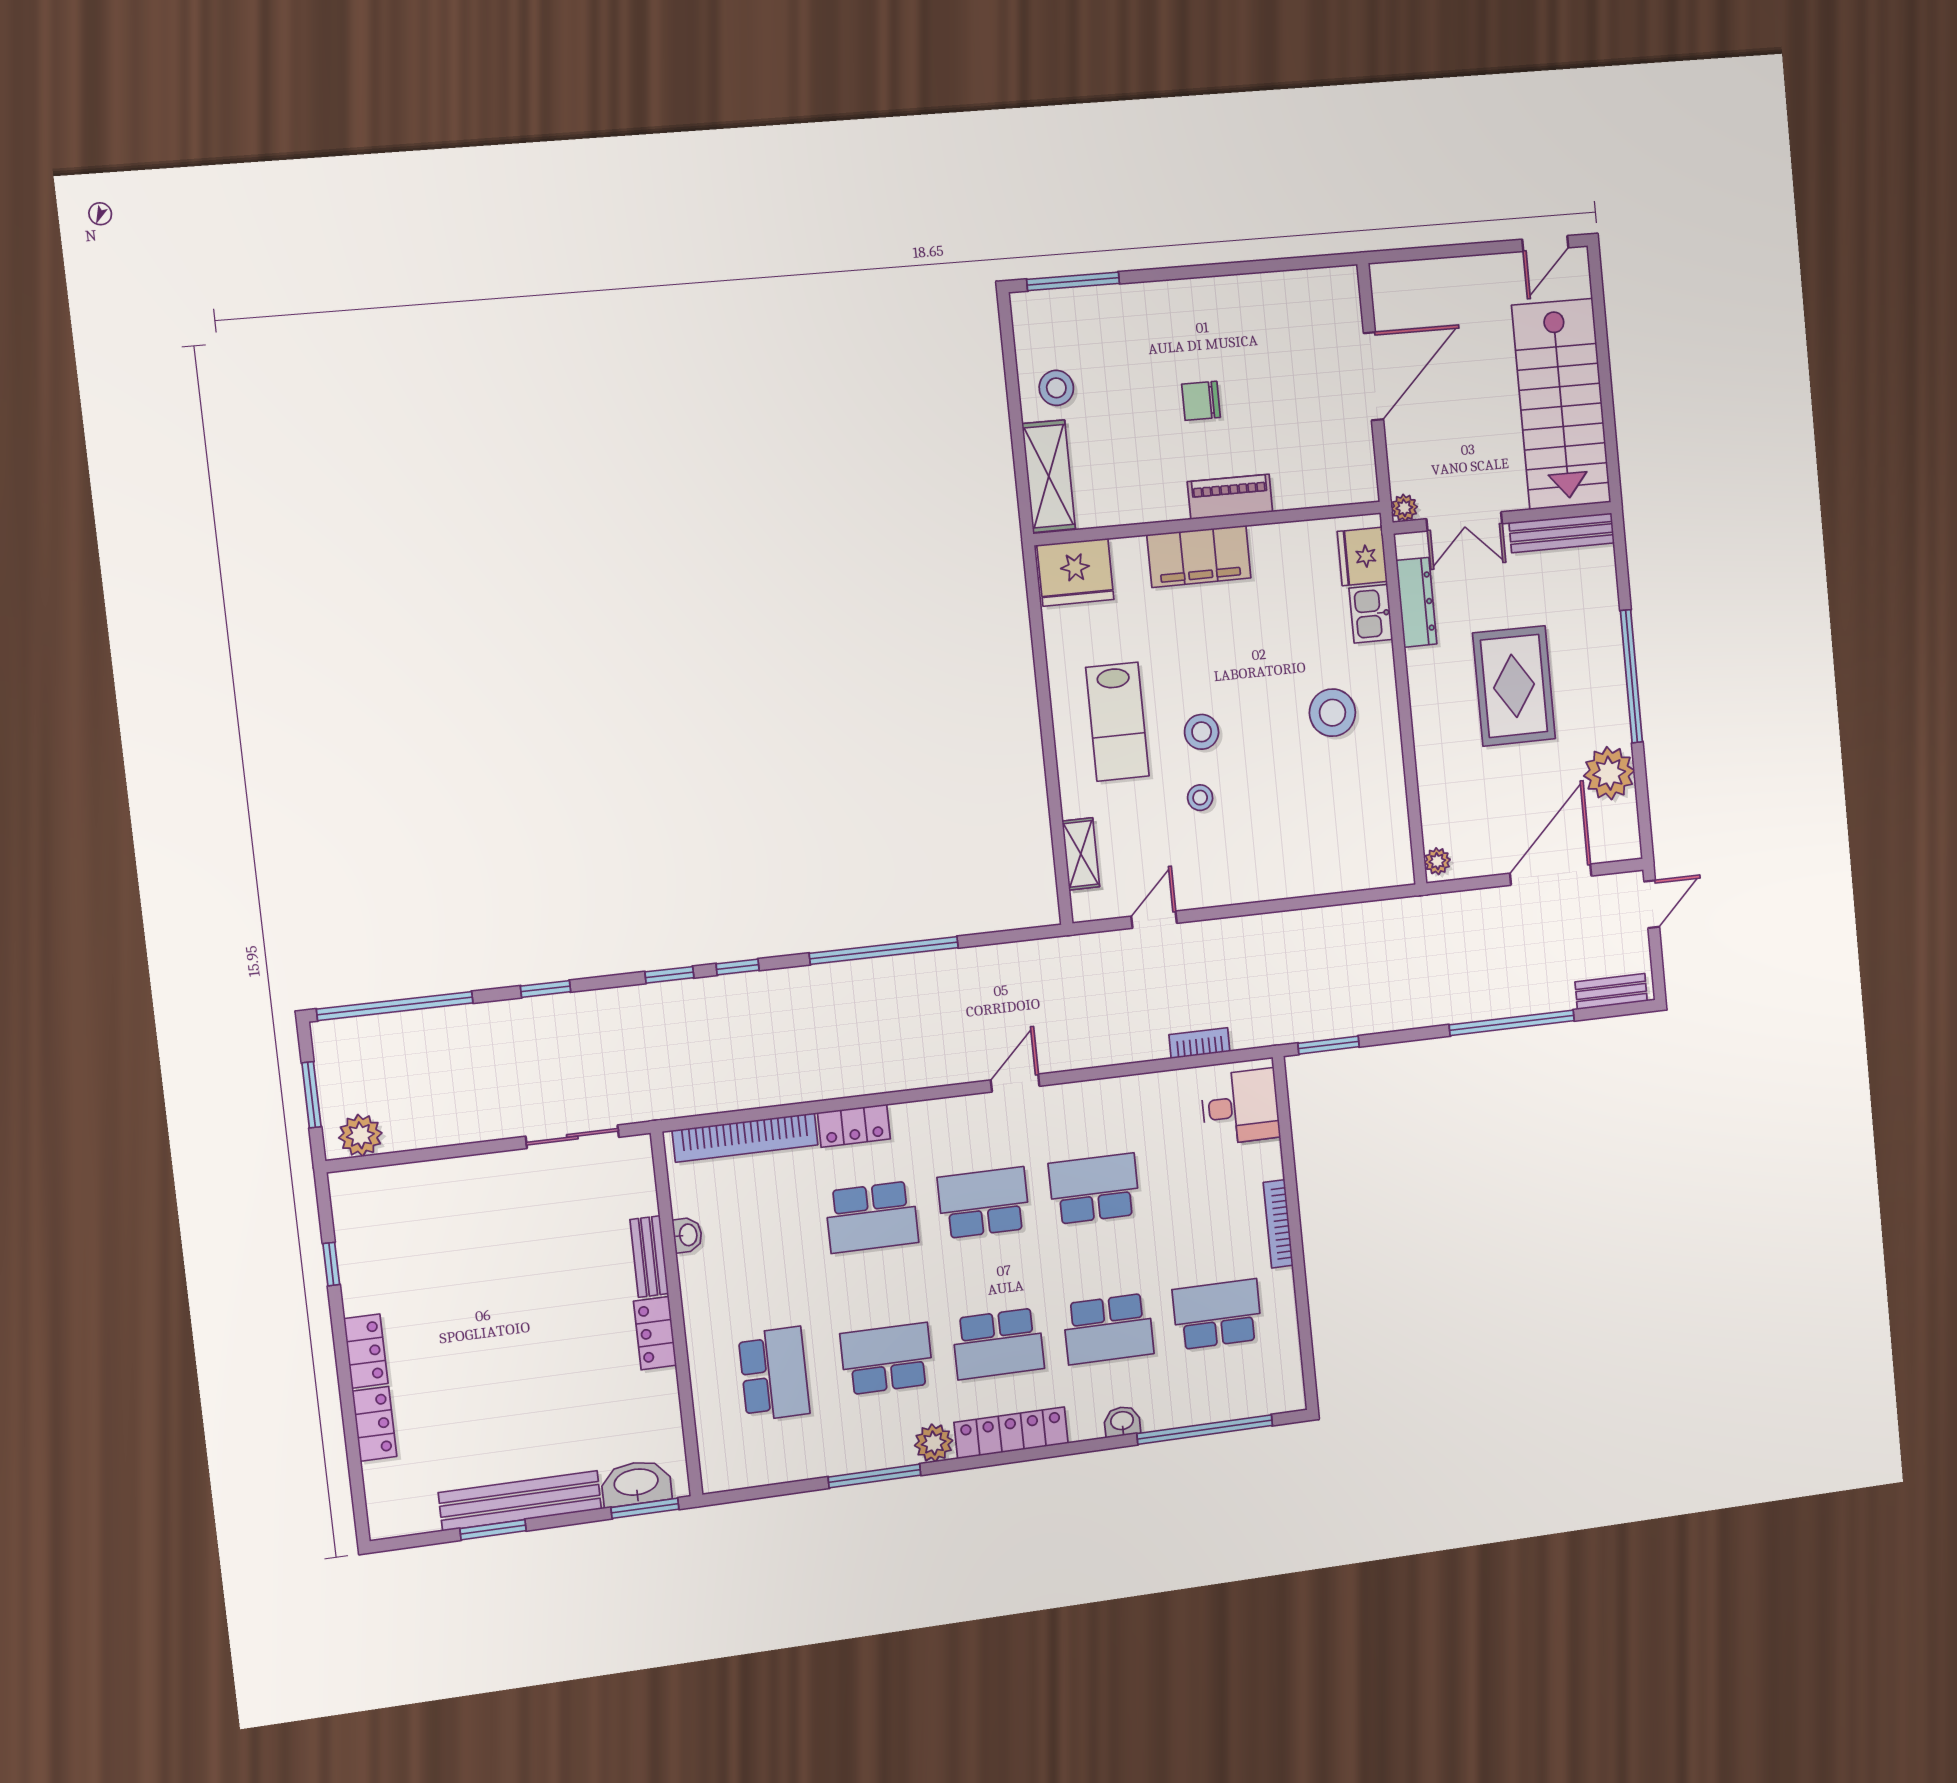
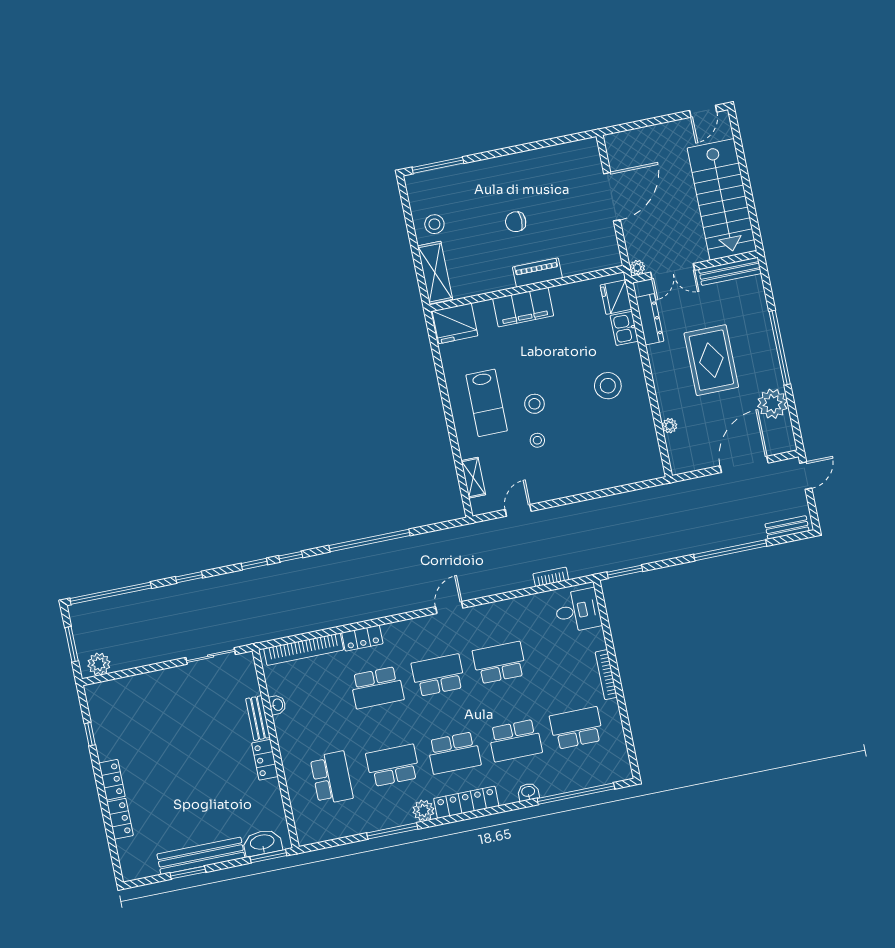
plant: (1437, 861) -> (669, 426), moved

